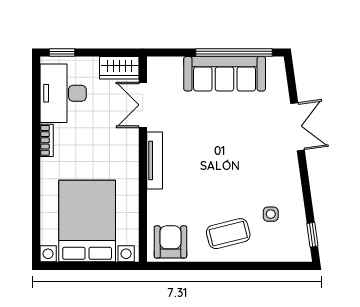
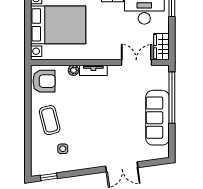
window: (234, 52) -> (172, 98), moved
tv unit: (155, 160) -> (93, 70), width x0.71
plant: (154, 198) -> (73, 70), added

